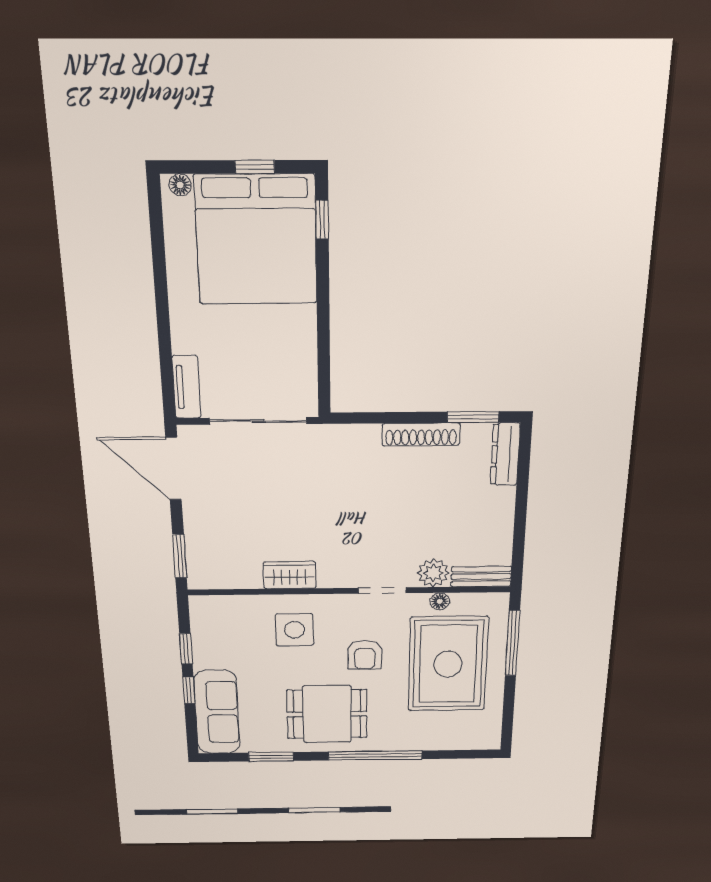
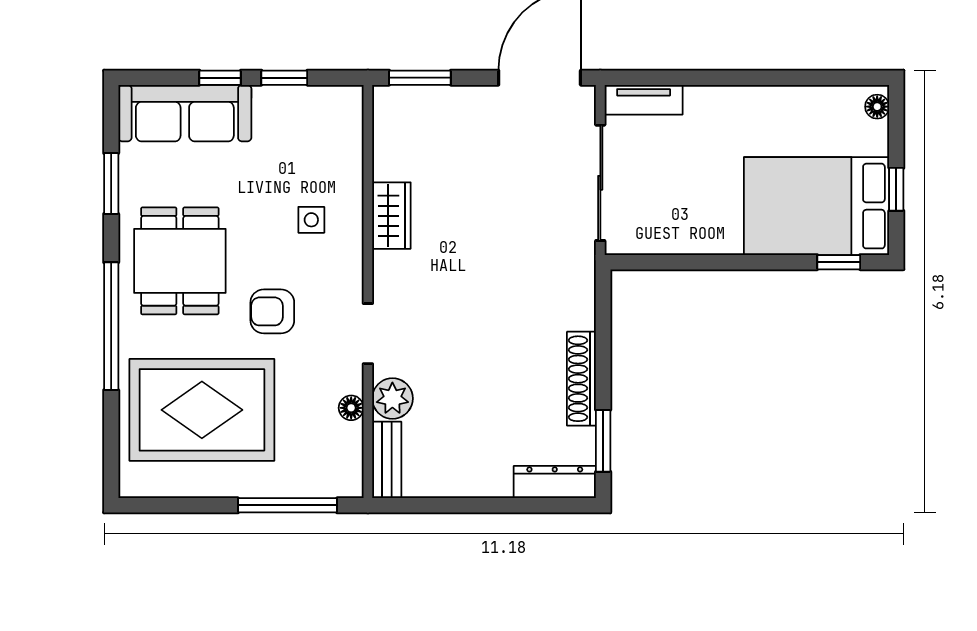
bed: (256, 240) -> (817, 206), width x0.73
side table: (294, 630) -> (311, 220), width x0.54, depth x0.54
rug: (448, 664) -> (202, 410), moved

